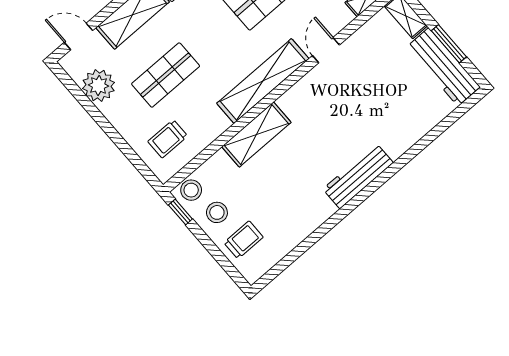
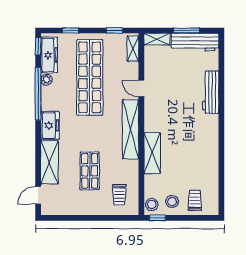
plant: (99, 86) -> (68, 205), removed
workbench: (358, 176) -> (211, 92), moved

